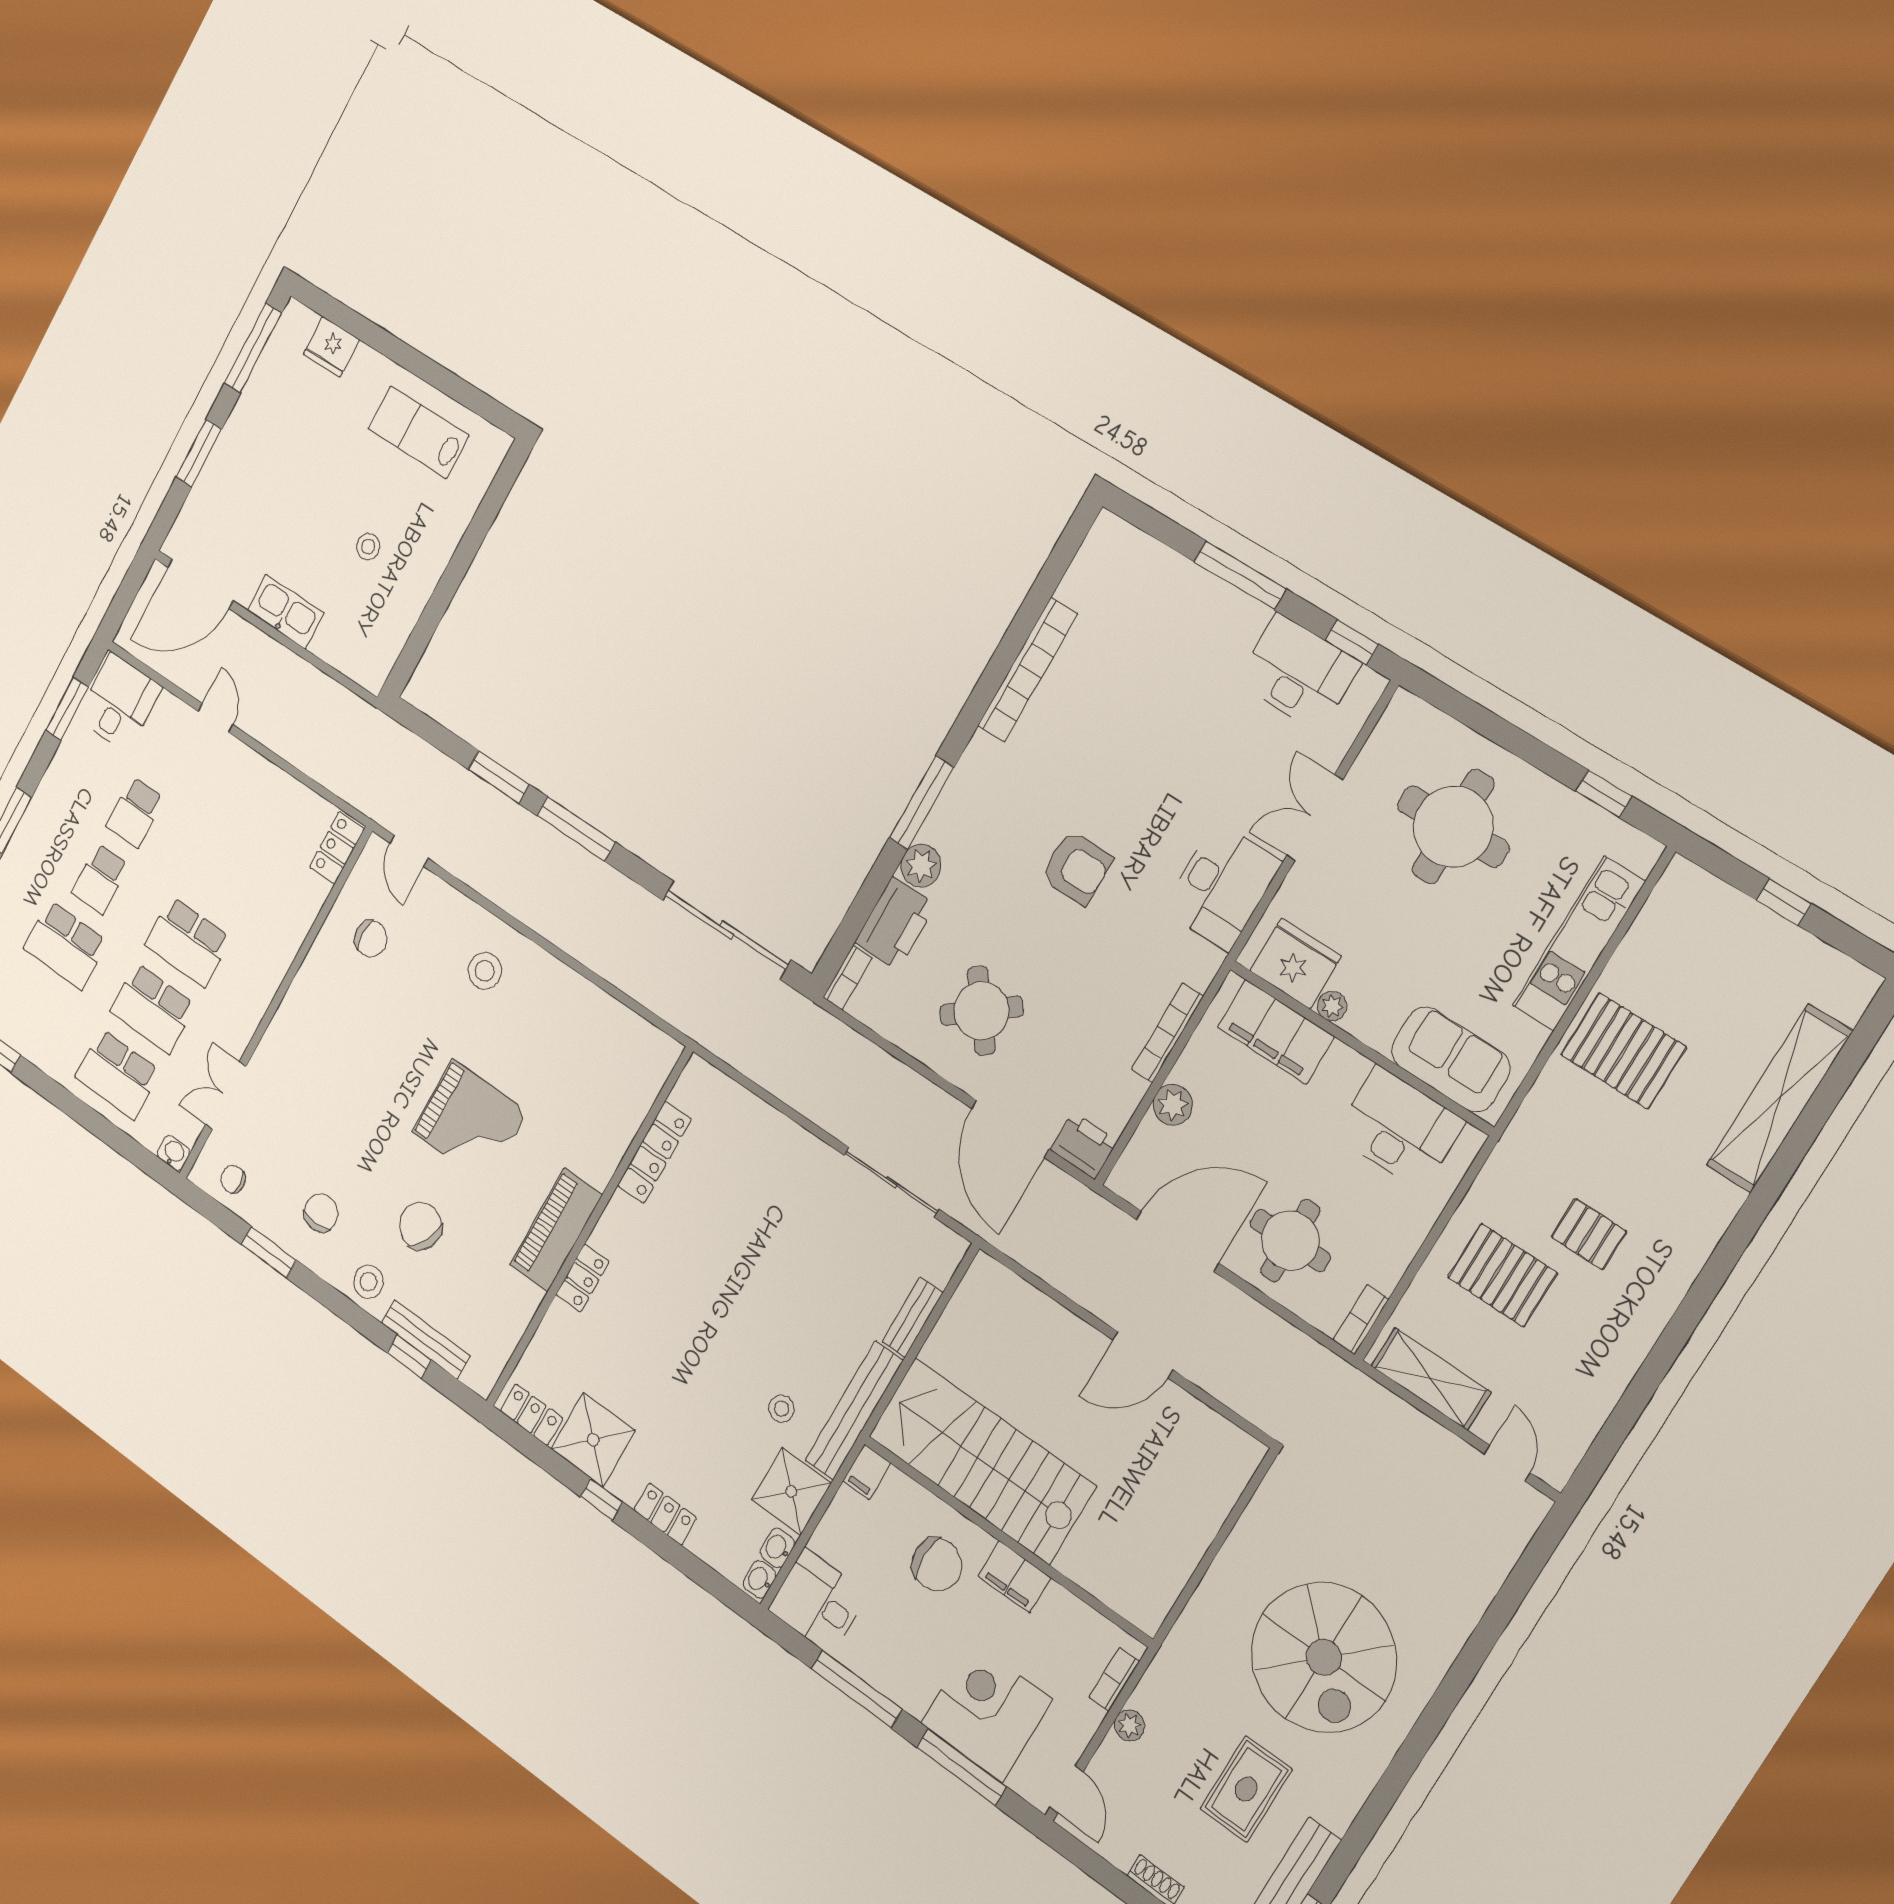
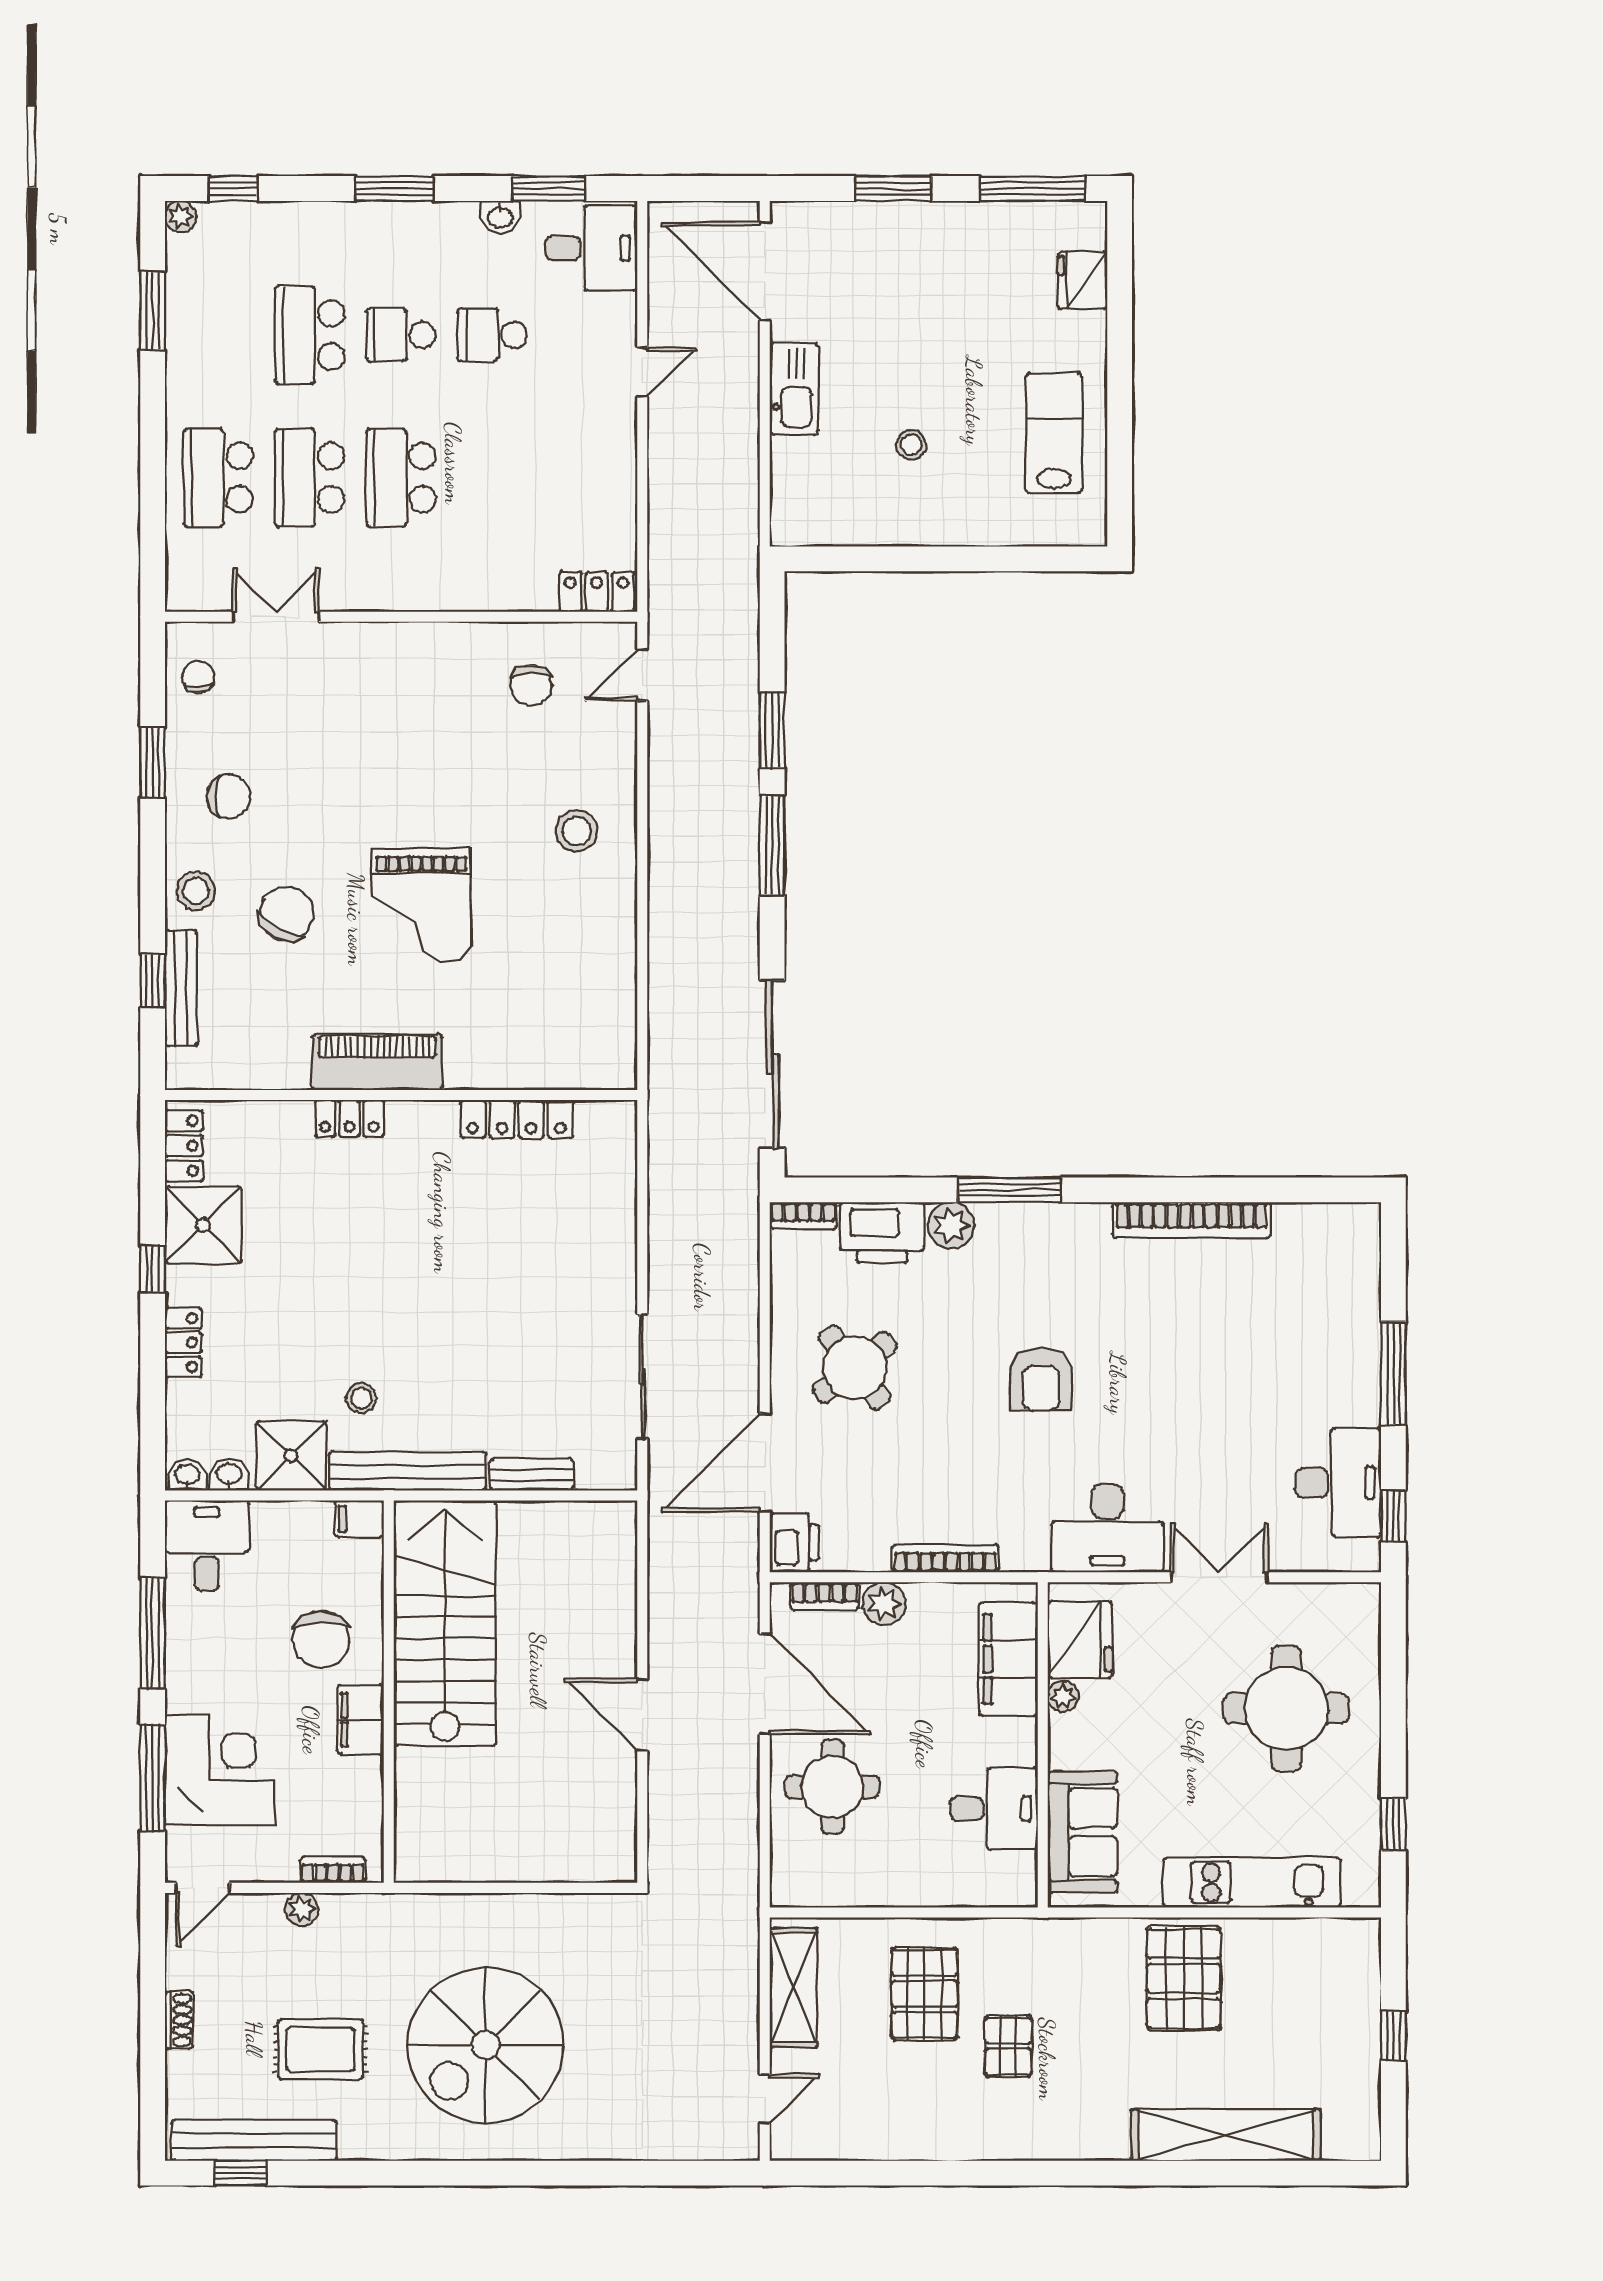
desk: (1400, 1128) -> (994, 1809), width x0.73
washbasin: (174, 1153) -> (500, 217), moved, turned 90
bookcase: (1361, 1320) -> (825, 1596), moved, turned 180

